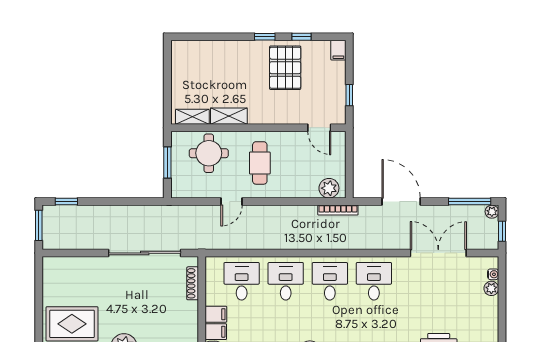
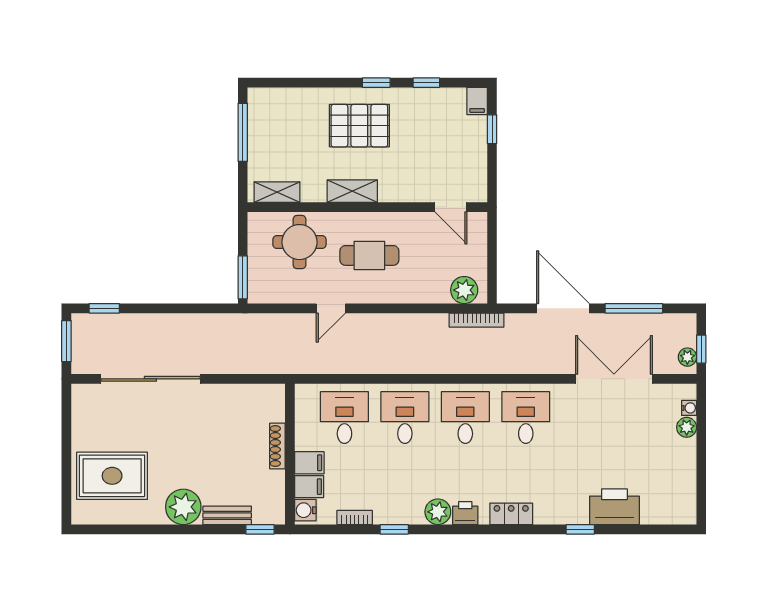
pallet: (285, 68) -> (359, 126), moved, turned 90
window: (167, 73) -> (243, 132), added
window: (349, 95) -> (492, 129), moved
shelving: (229, 116) -> (352, 191), moved
window: (167, 163) -> (243, 277), moved
cafe table: (260, 163) -> (369, 255), turned 90
window: (470, 202) -> (634, 308), moved
plant: (492, 212) -> (687, 357), moved
sliding door: (145, 253) -> (150, 379), moved
shoe rack: (193, 283) -> (277, 446), moved

